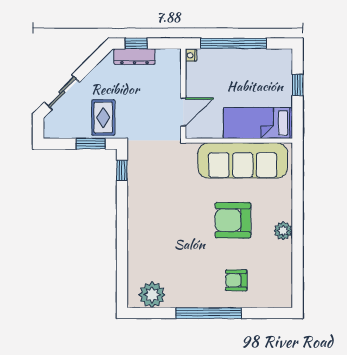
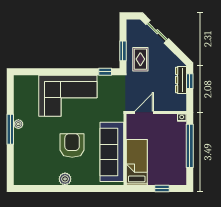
door: (183, 112) -> (144, 112), swing flipped
rug: (103, 117) -> (140, 59), turned 90
corner sofa: (158, 227) -> (68, 96), added
armchair: (236, 280) -> (32, 148), removed
plant: (152, 295) -> (18, 124), moved, width x0.53, depth x0.53
window: (209, 313) -> (10, 129), width x0.68

